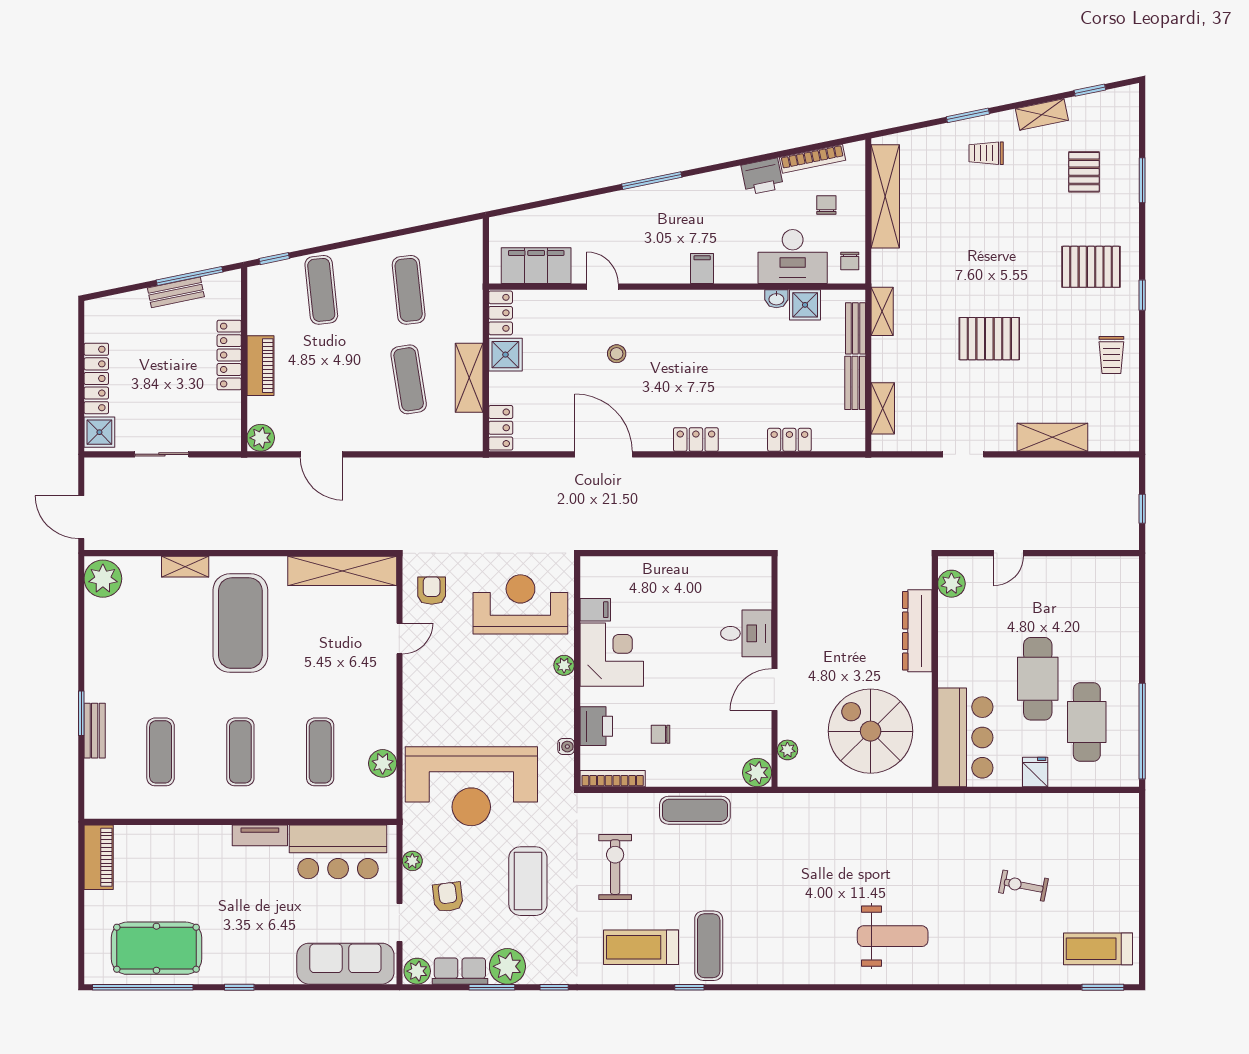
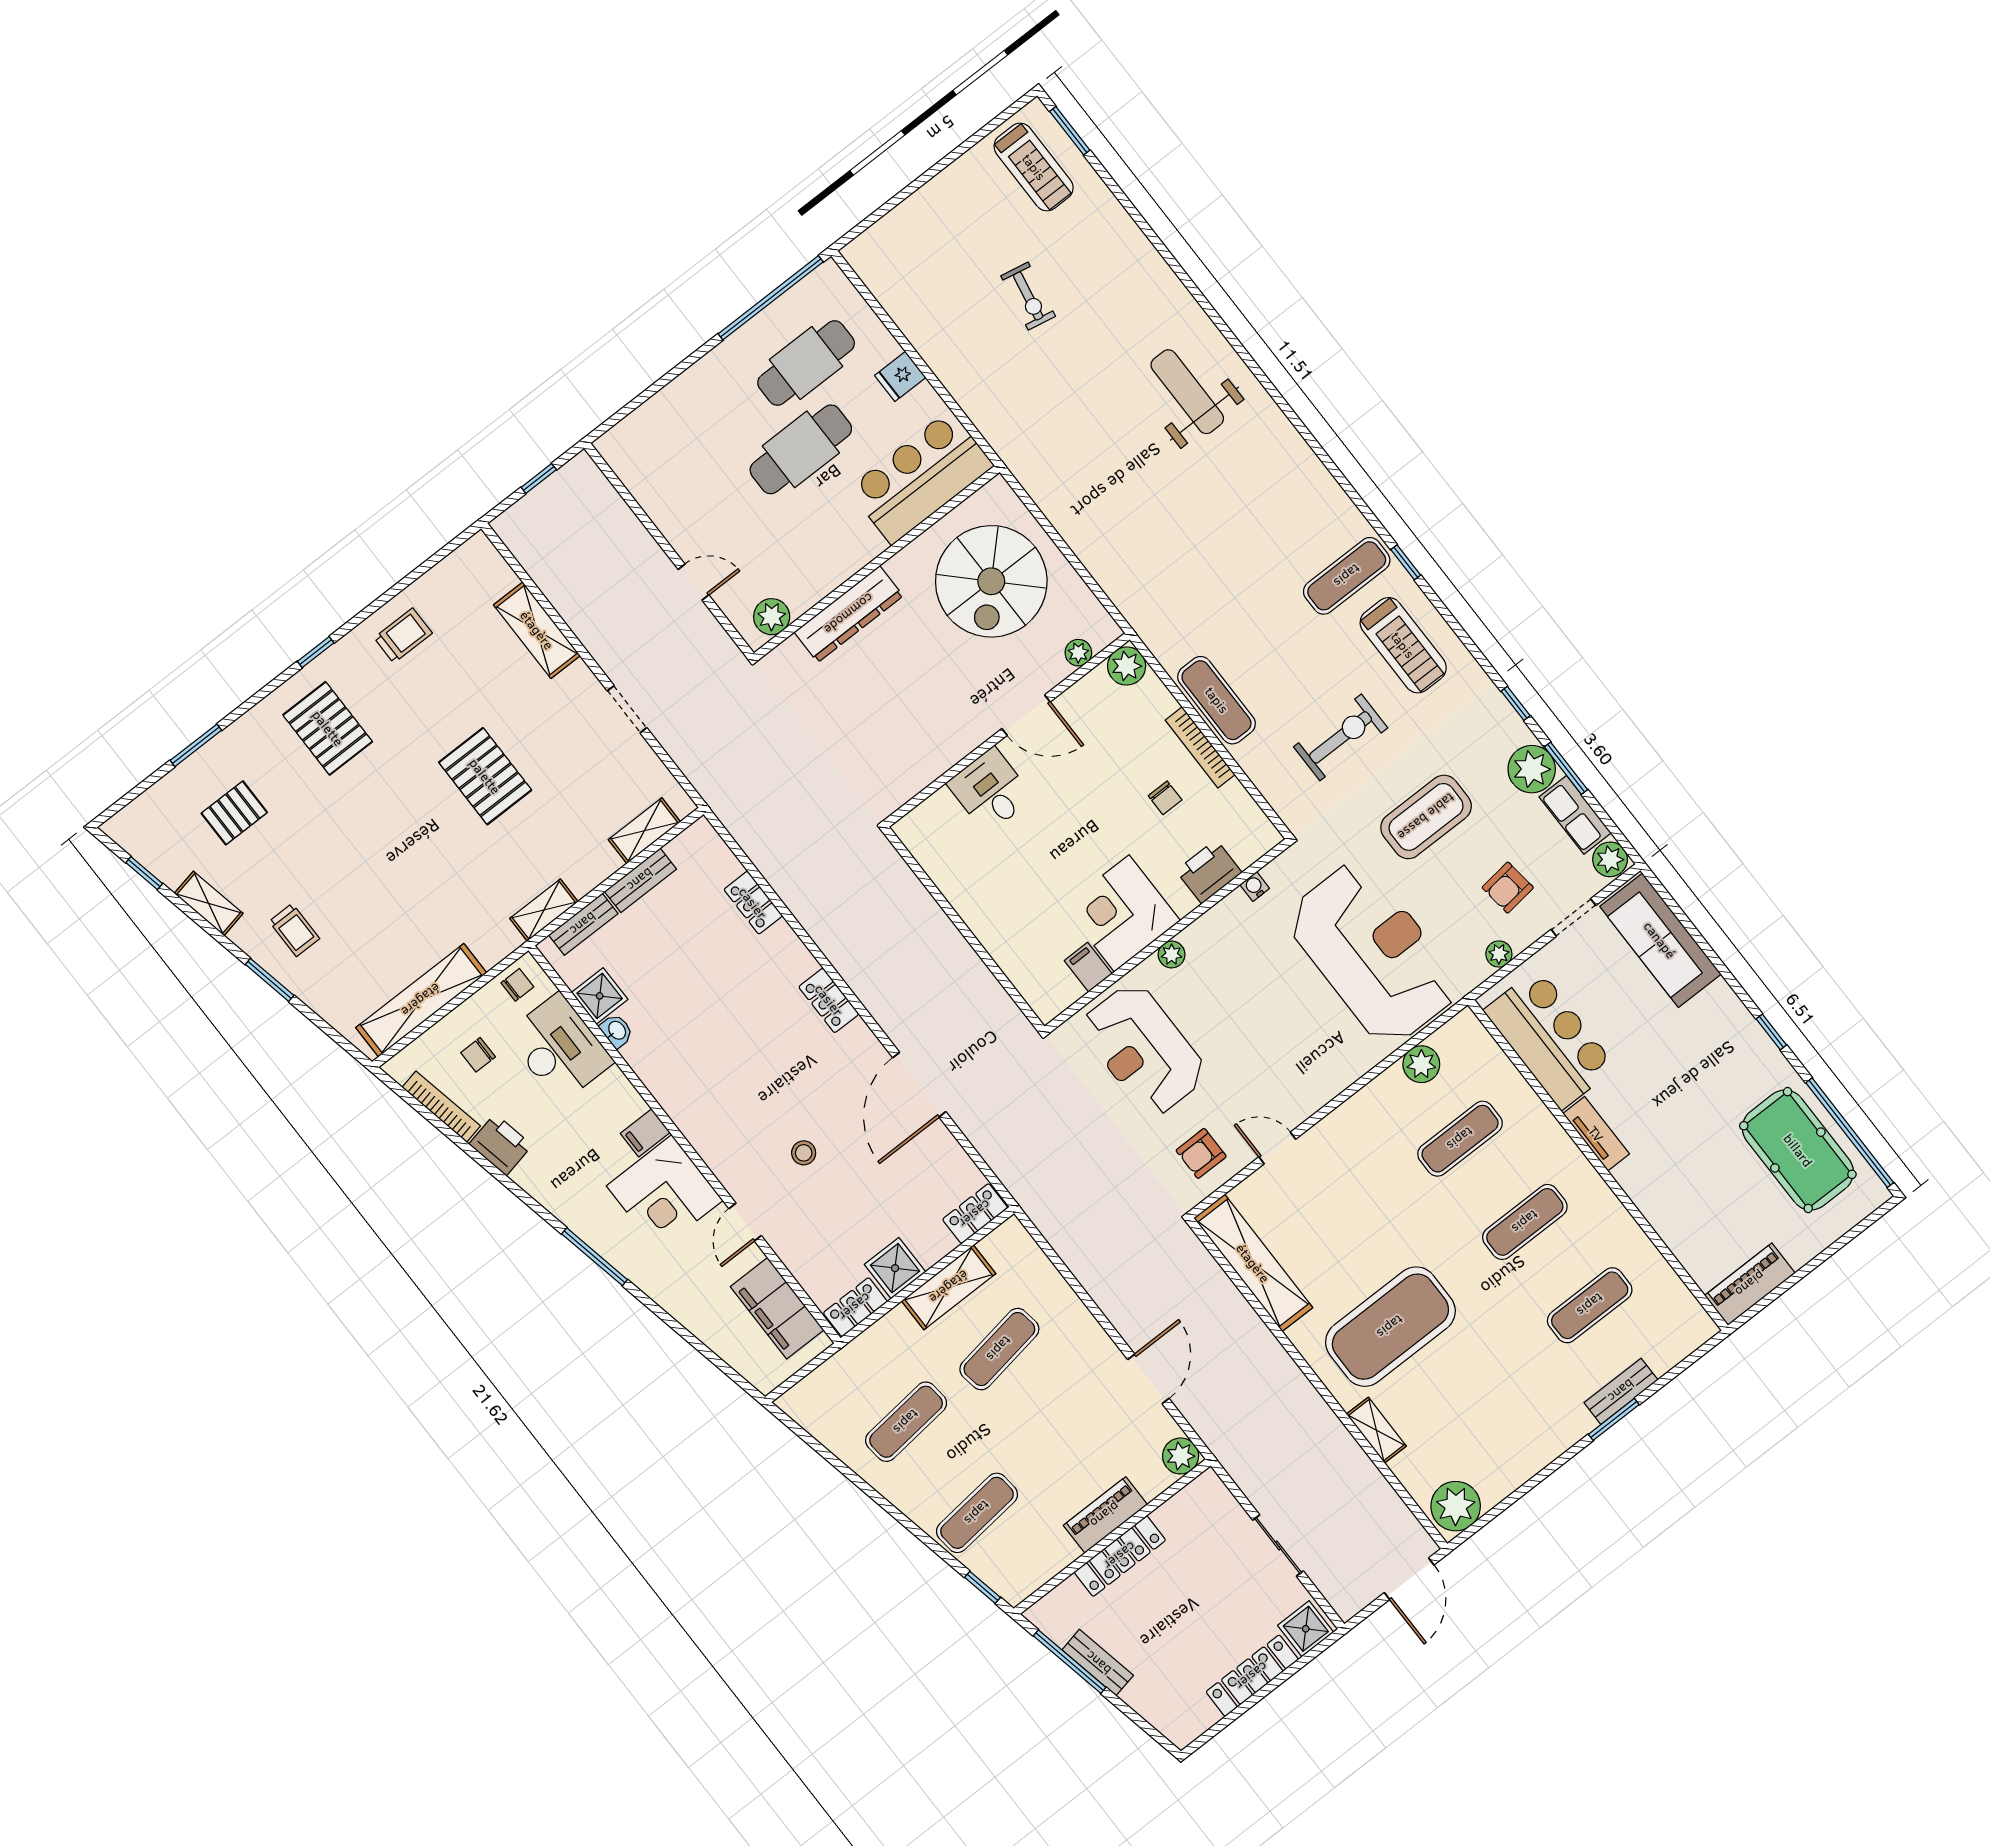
corner desk: (657, 252) -> (665, 1193), added
bookcase: (613, 779) -> (1200, 747), moved
exercise bike: (615, 867) -> (1341, 737), turned 180

